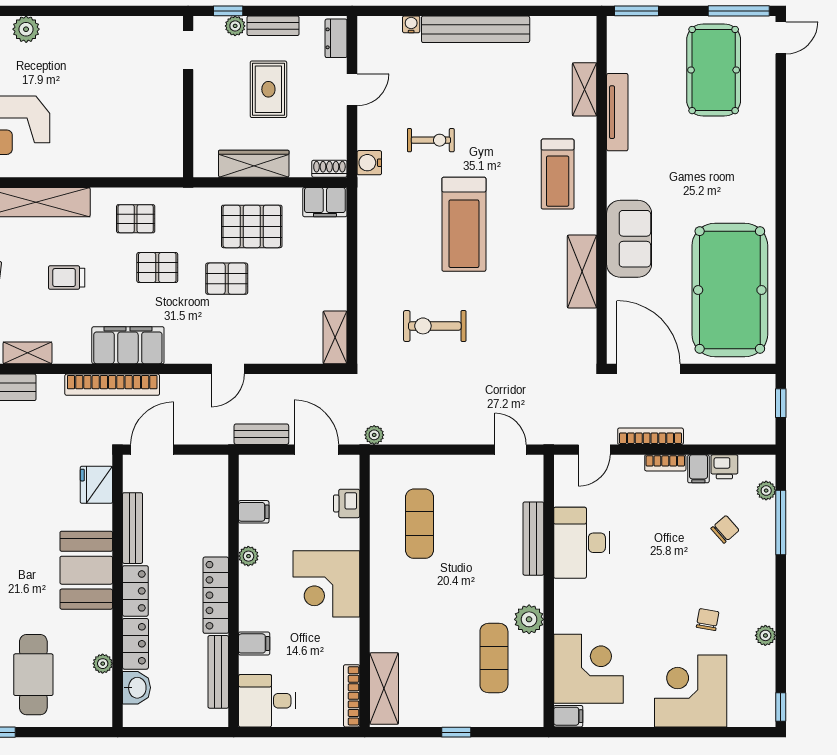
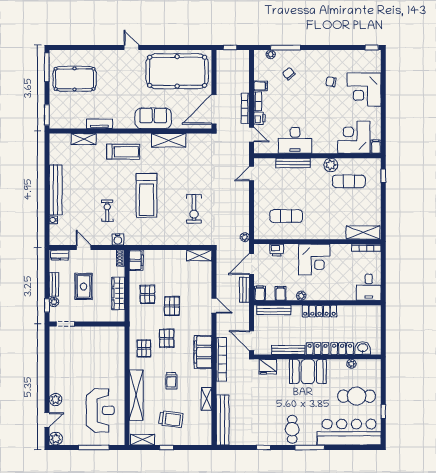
door: (781, 38) -> (131, 48), moved
rug: (268, 89) -> (84, 286), turned 90
tv unit: (617, 112) -> (99, 124), width x0.71
treadmill: (464, 224) -> (146, 195), turned 90
pallet: (252, 226) -> (147, 294), width x0.67, depth x0.71
printer: (724, 467) -> (260, 118), moved
plant: (765, 635) -> (338, 55), removed
filing cabinet: (254, 643) -> (260, 293), moved
bench: (218, 672) -> (274, 310), moved
window: (456, 732) -> (383, 176), moved

